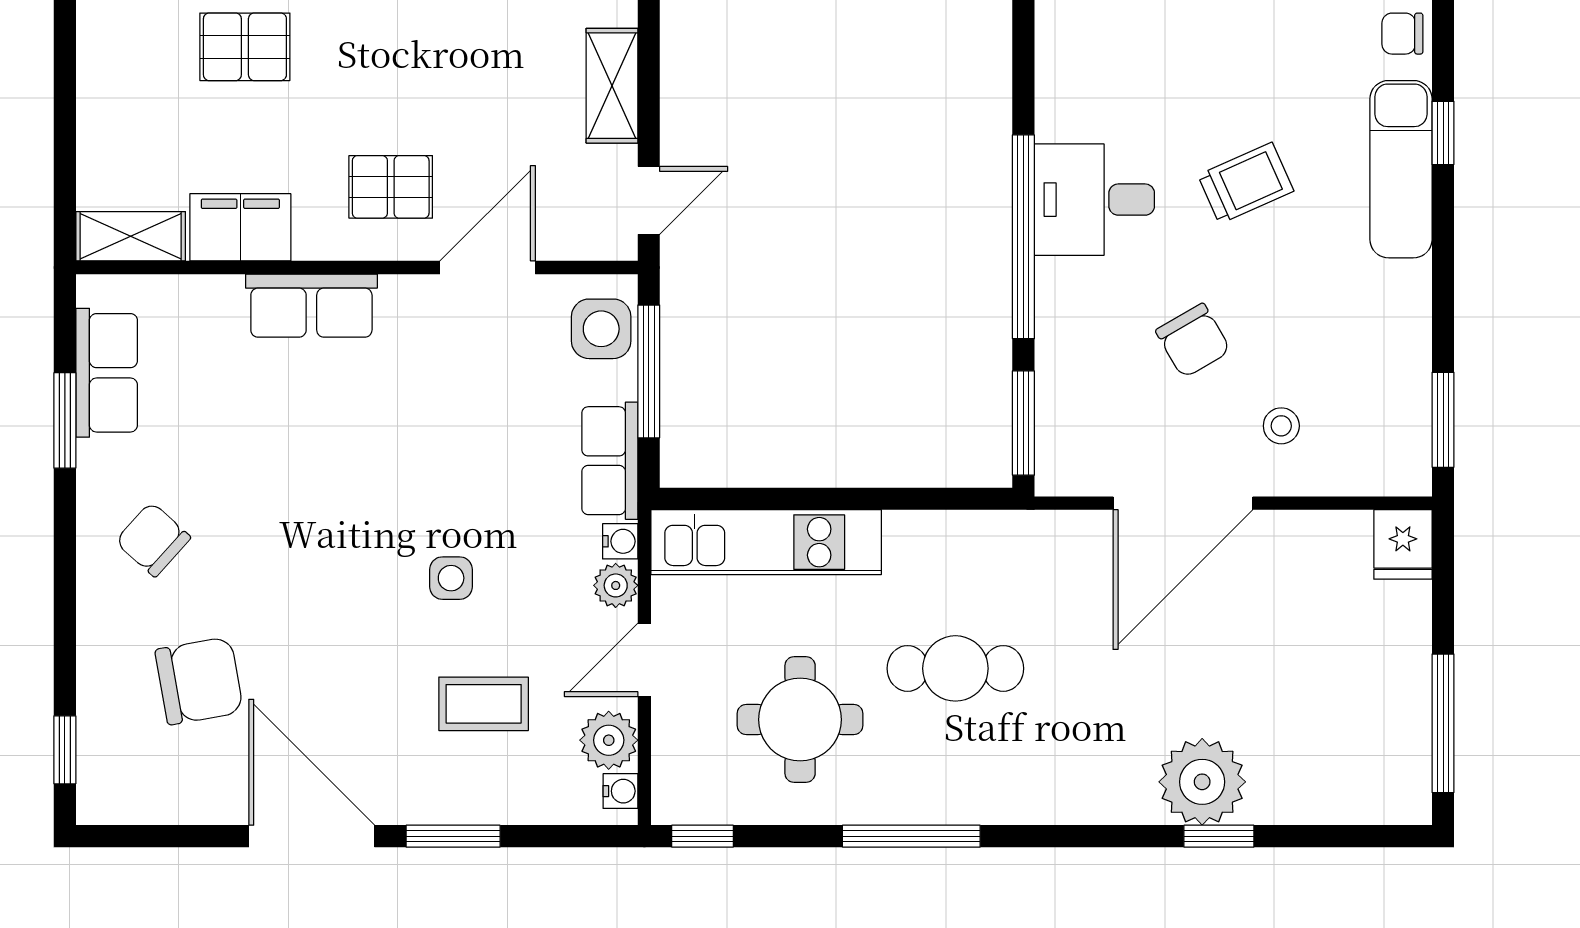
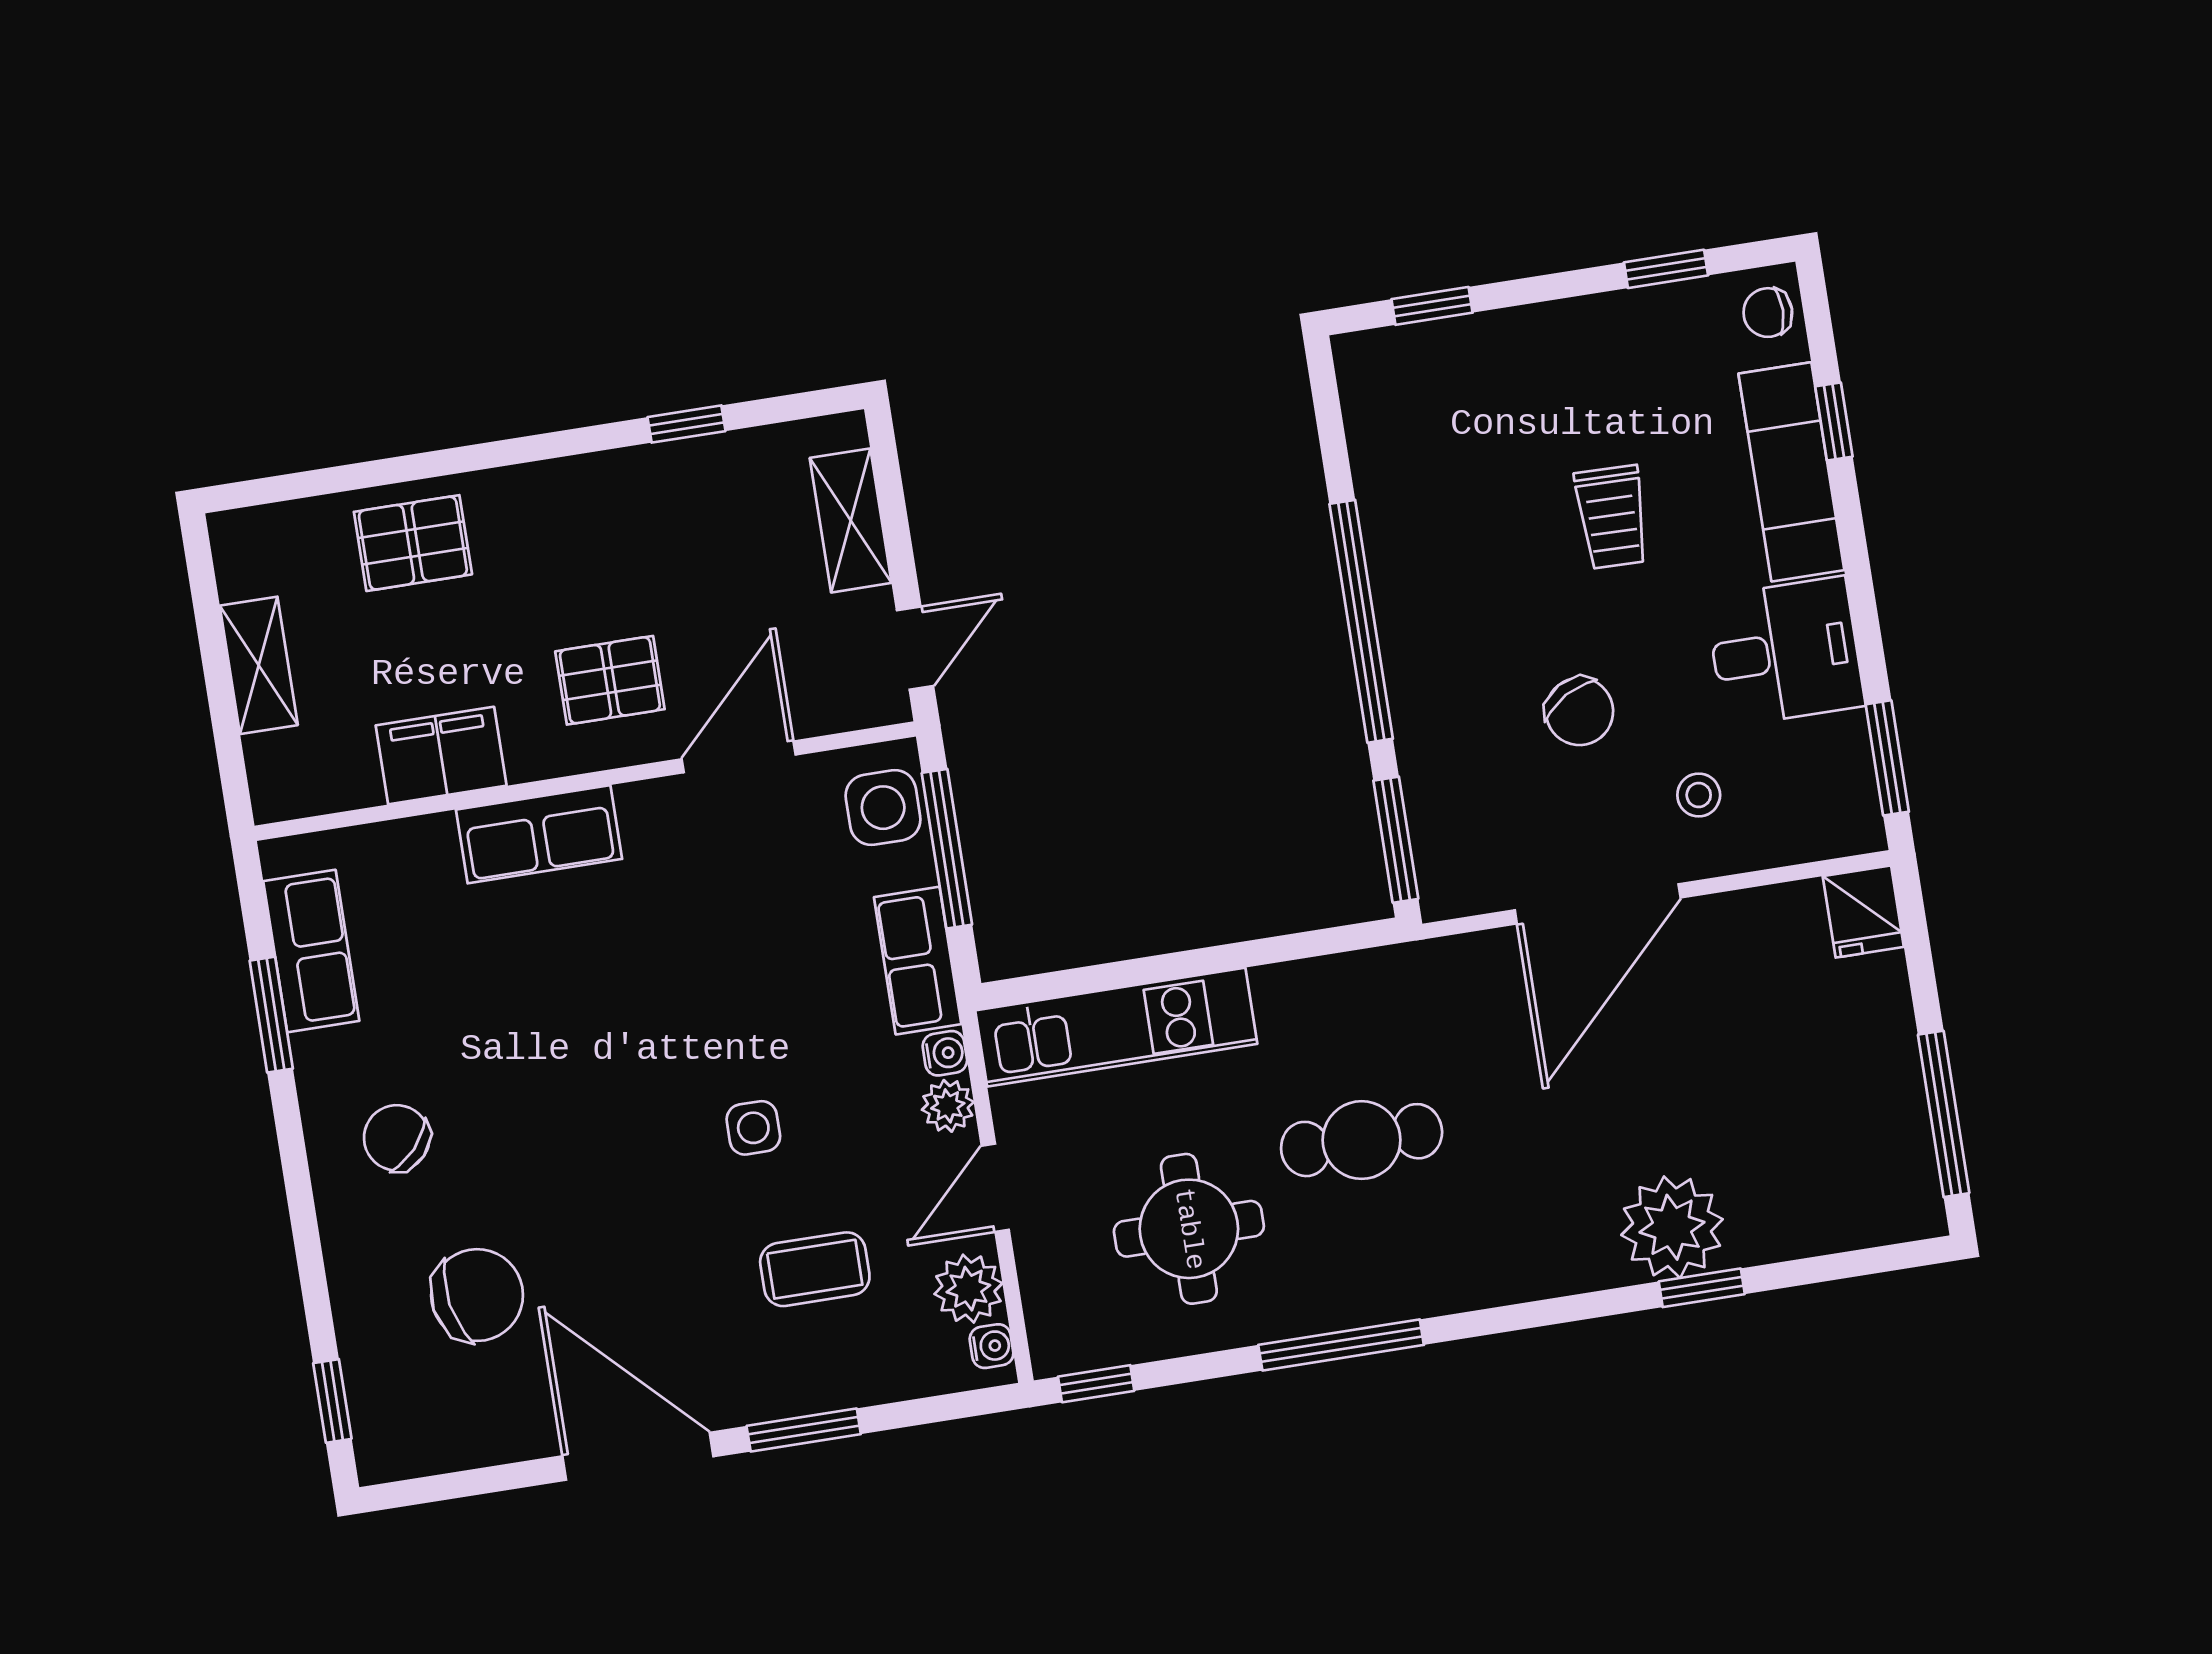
trolley: (1246, 183) -> (1612, 517), turned 115
desk: (1094, 200) -> (1785, 652), moved, turned 180
shelving: (131, 236) -> (259, 665), moved, turned 90

